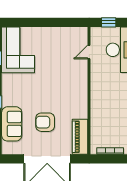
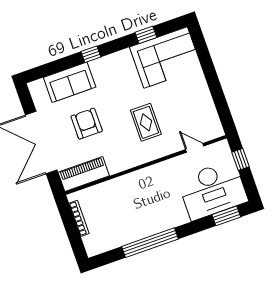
rug: (59, 80) -> (146, 122), added

